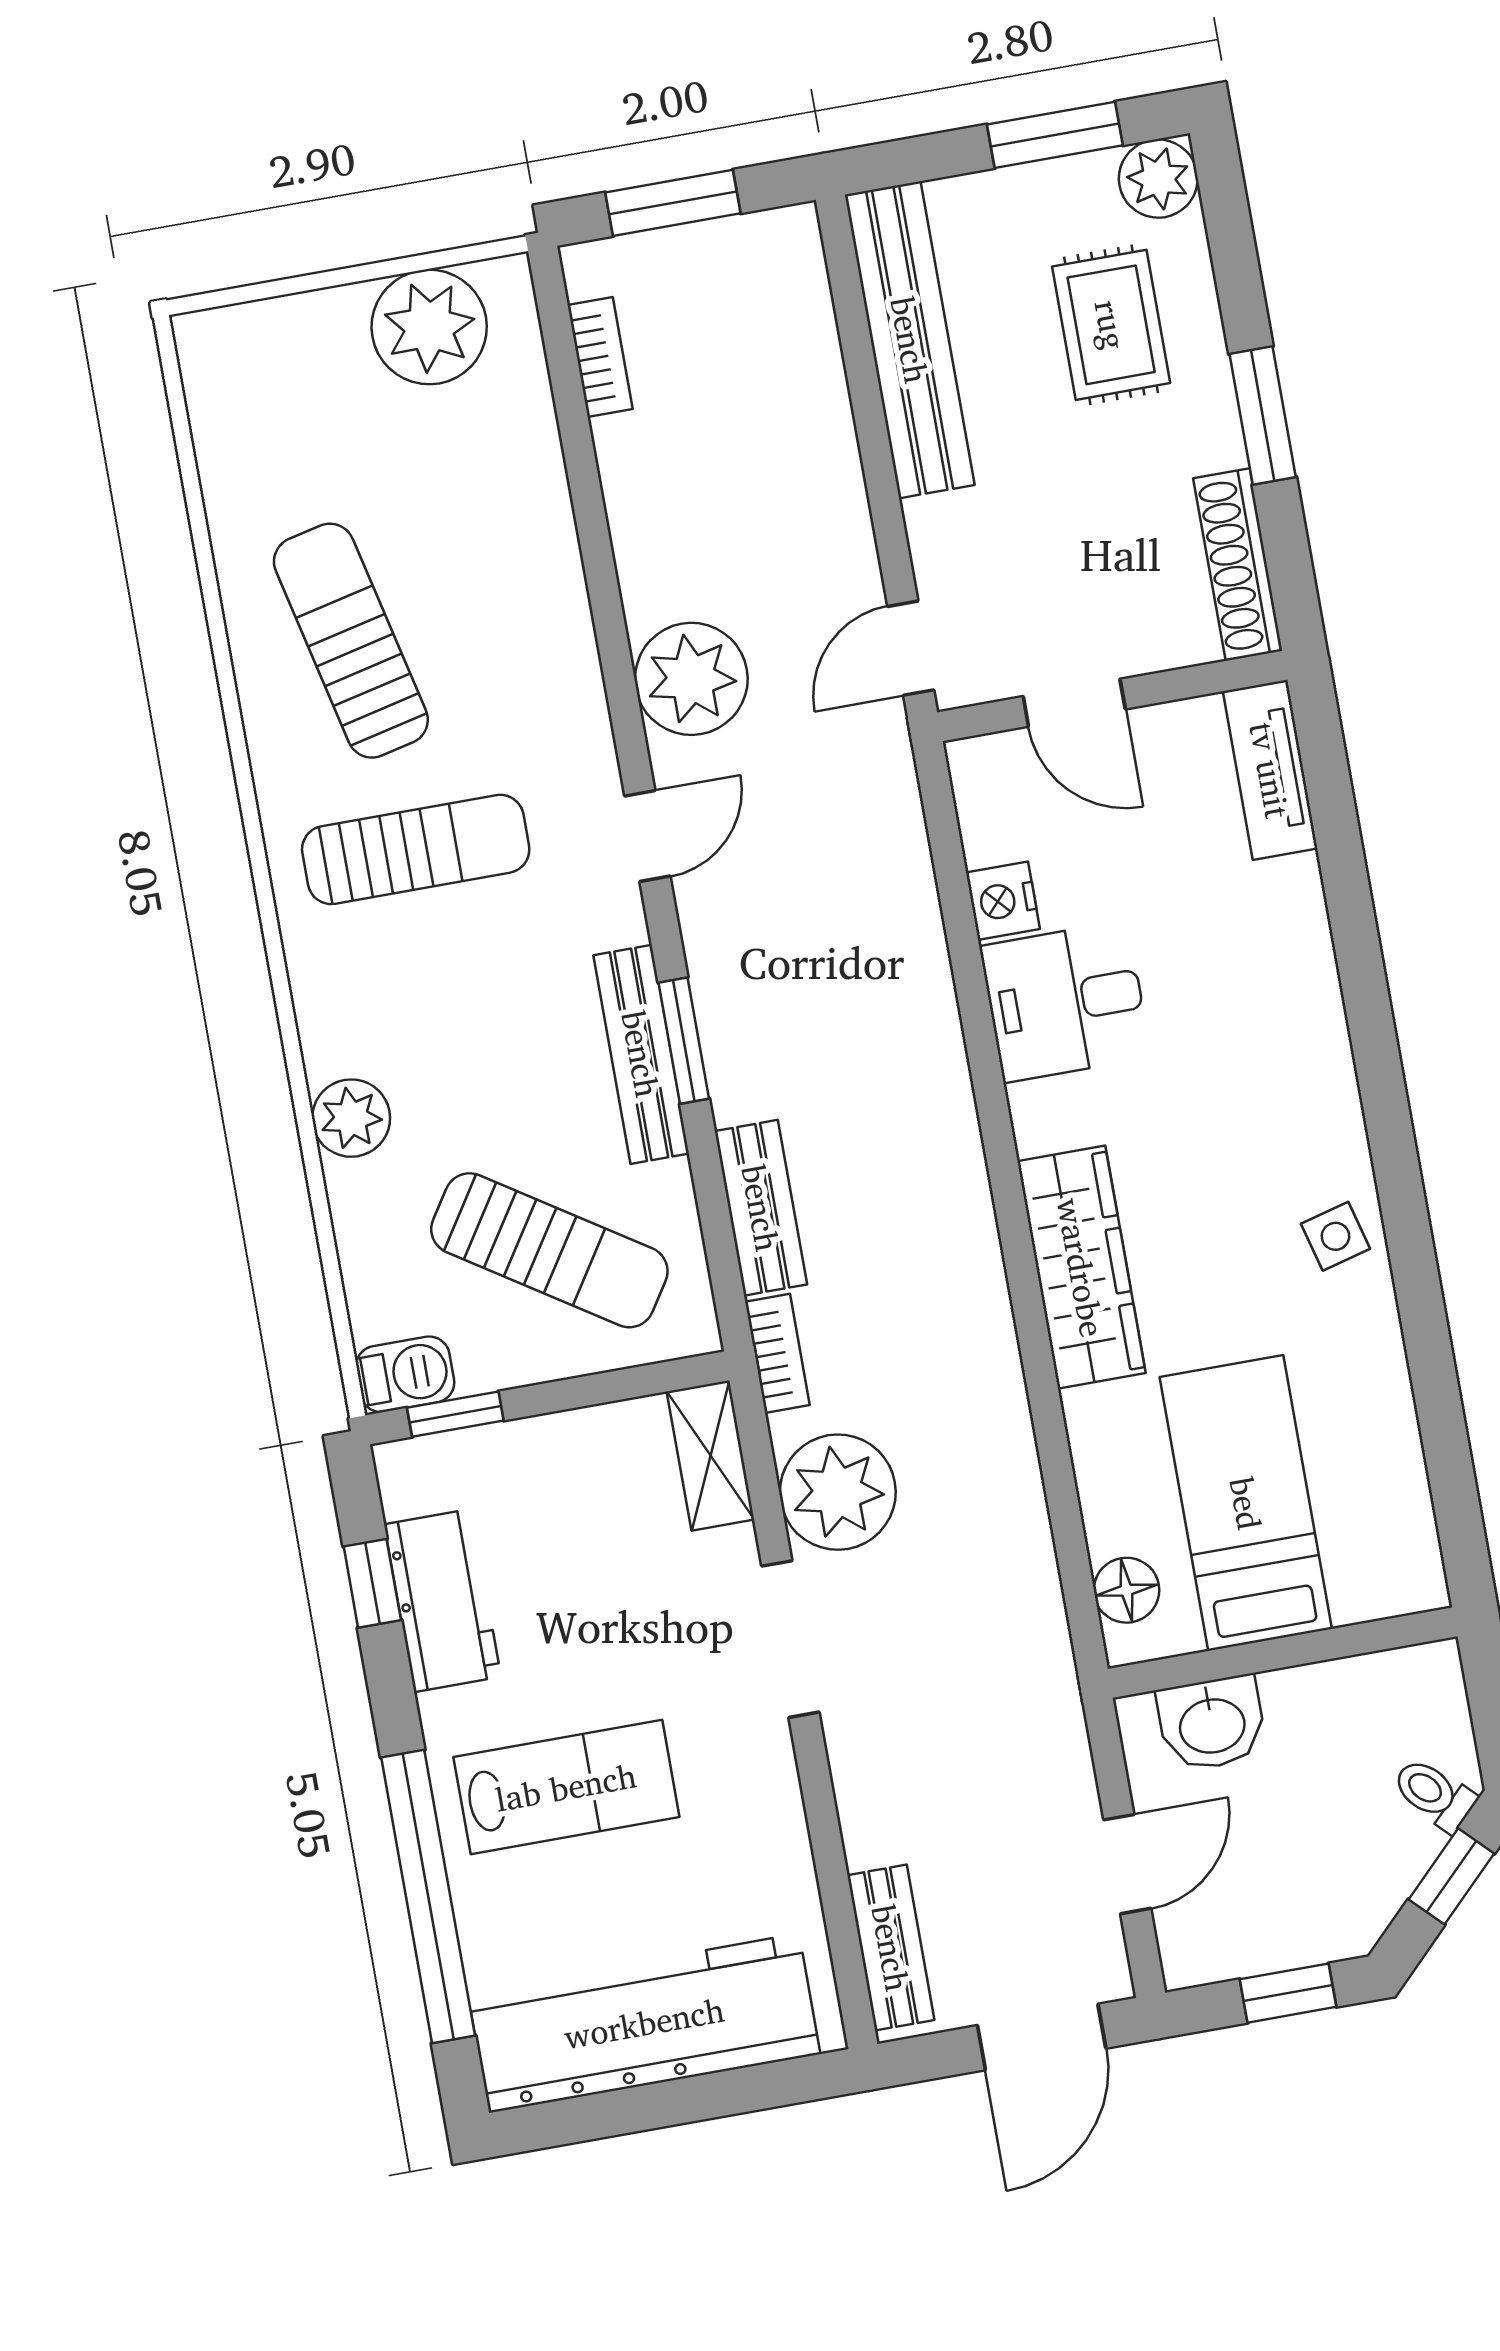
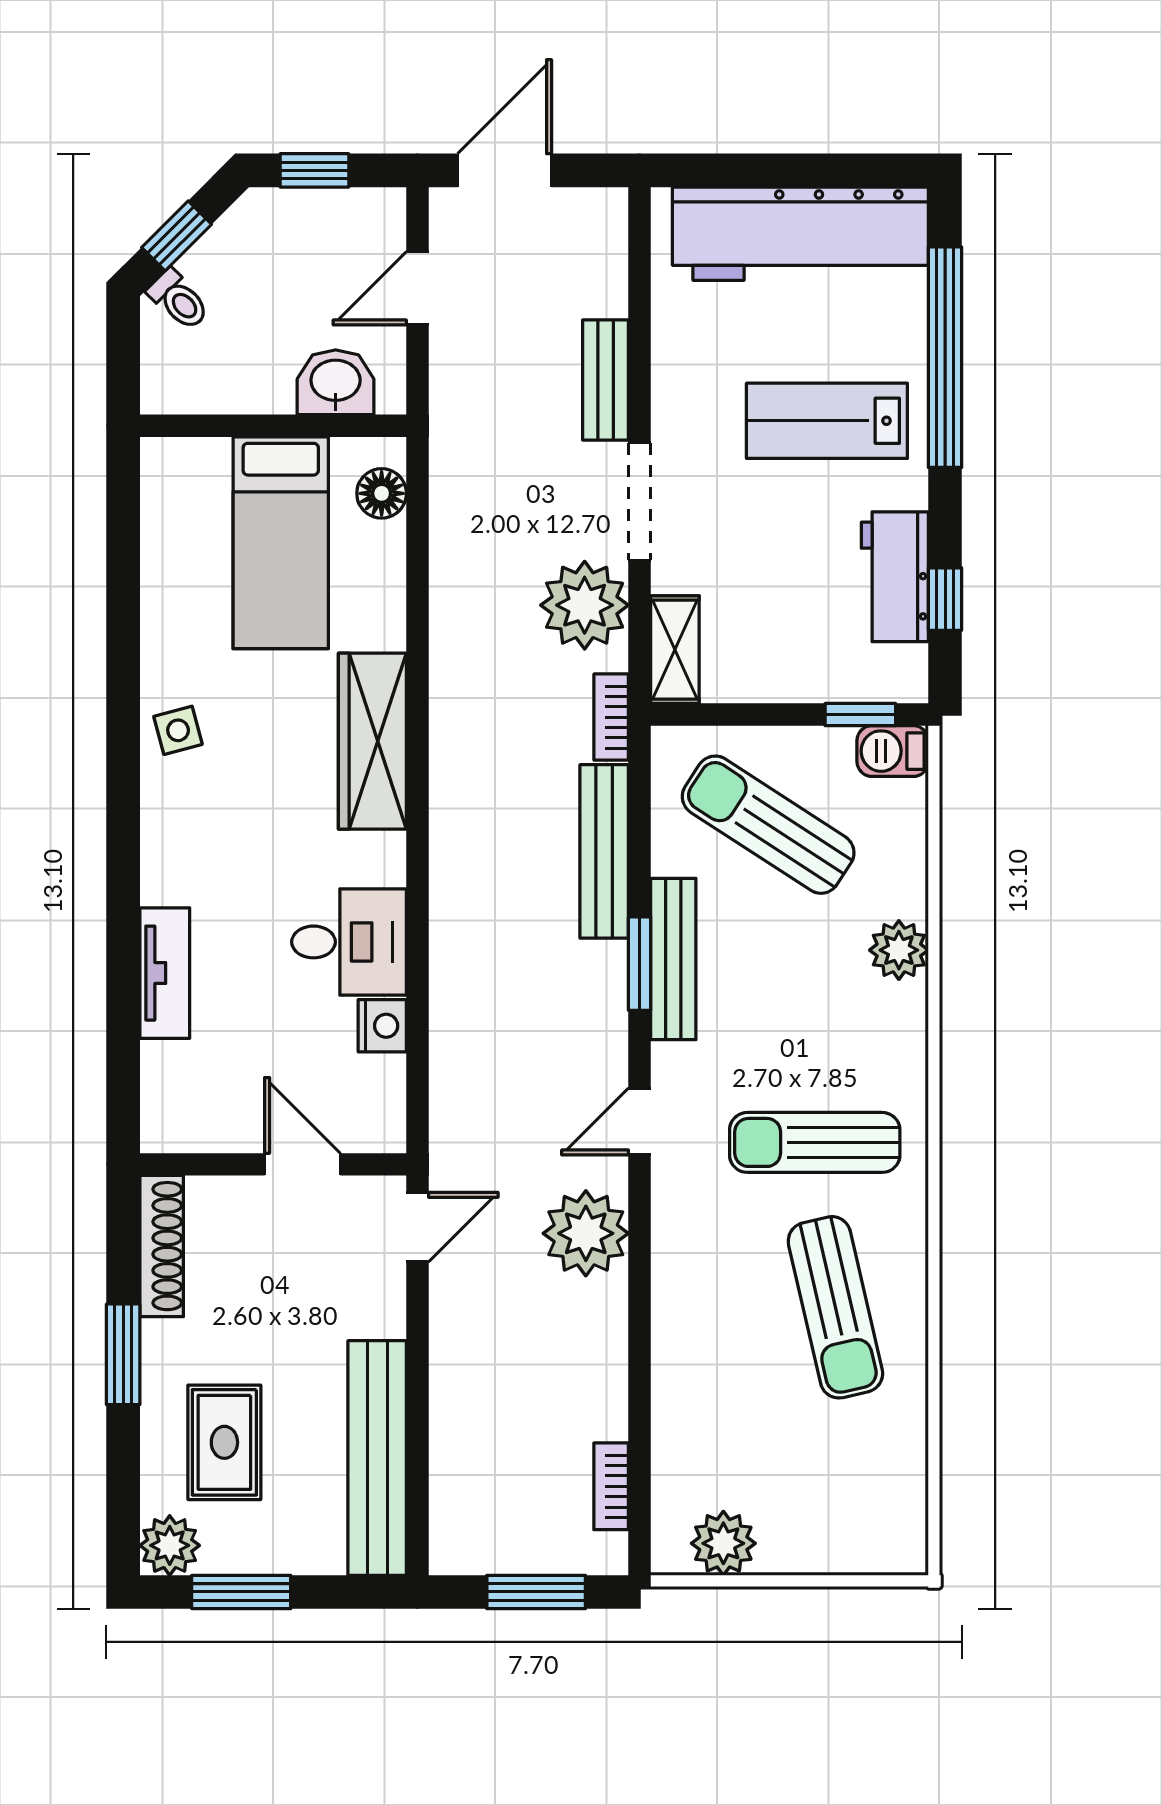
plant: (429, 327) -> (723, 1543), width x0.73, depth x0.73
tv unit: (1270, 770) -> (165, 973), moved
bench: (761, 1208) -> (604, 851), width x1.36
bench: (891, 1948) -> (606, 380), moved

